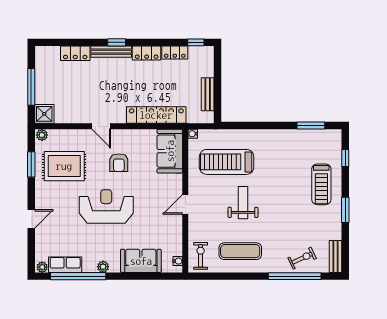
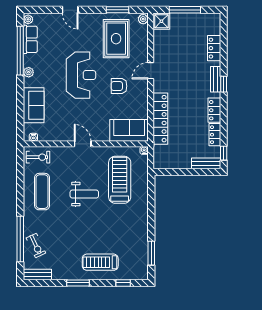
bench: (111, 52) -> (216, 79), width x0.73
bench: (208, 94) -> (206, 163), moved

